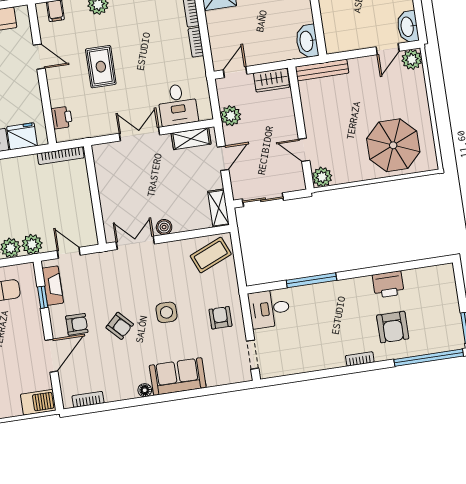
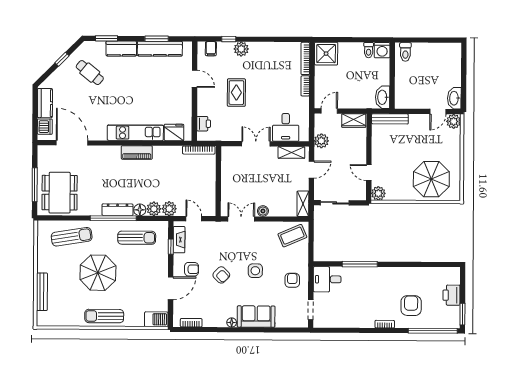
printer: (388, 284) -> (452, 295), moved, turned 90
armchair: (393, 327) -> (411, 306), turned 180

